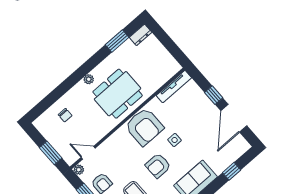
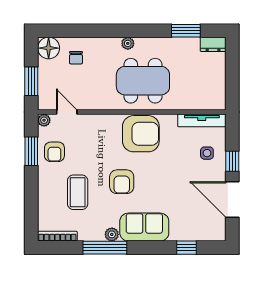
door: (234, 118) -> (232, 200), hinge flipped
floor lamp: (44, 124) -> (49, 48), added
armchair: (144, 127) -> (141, 134), turned -90
side table: (175, 140) -> (207, 153), moved
armchair: (158, 166) -> (122, 182), turned -90

